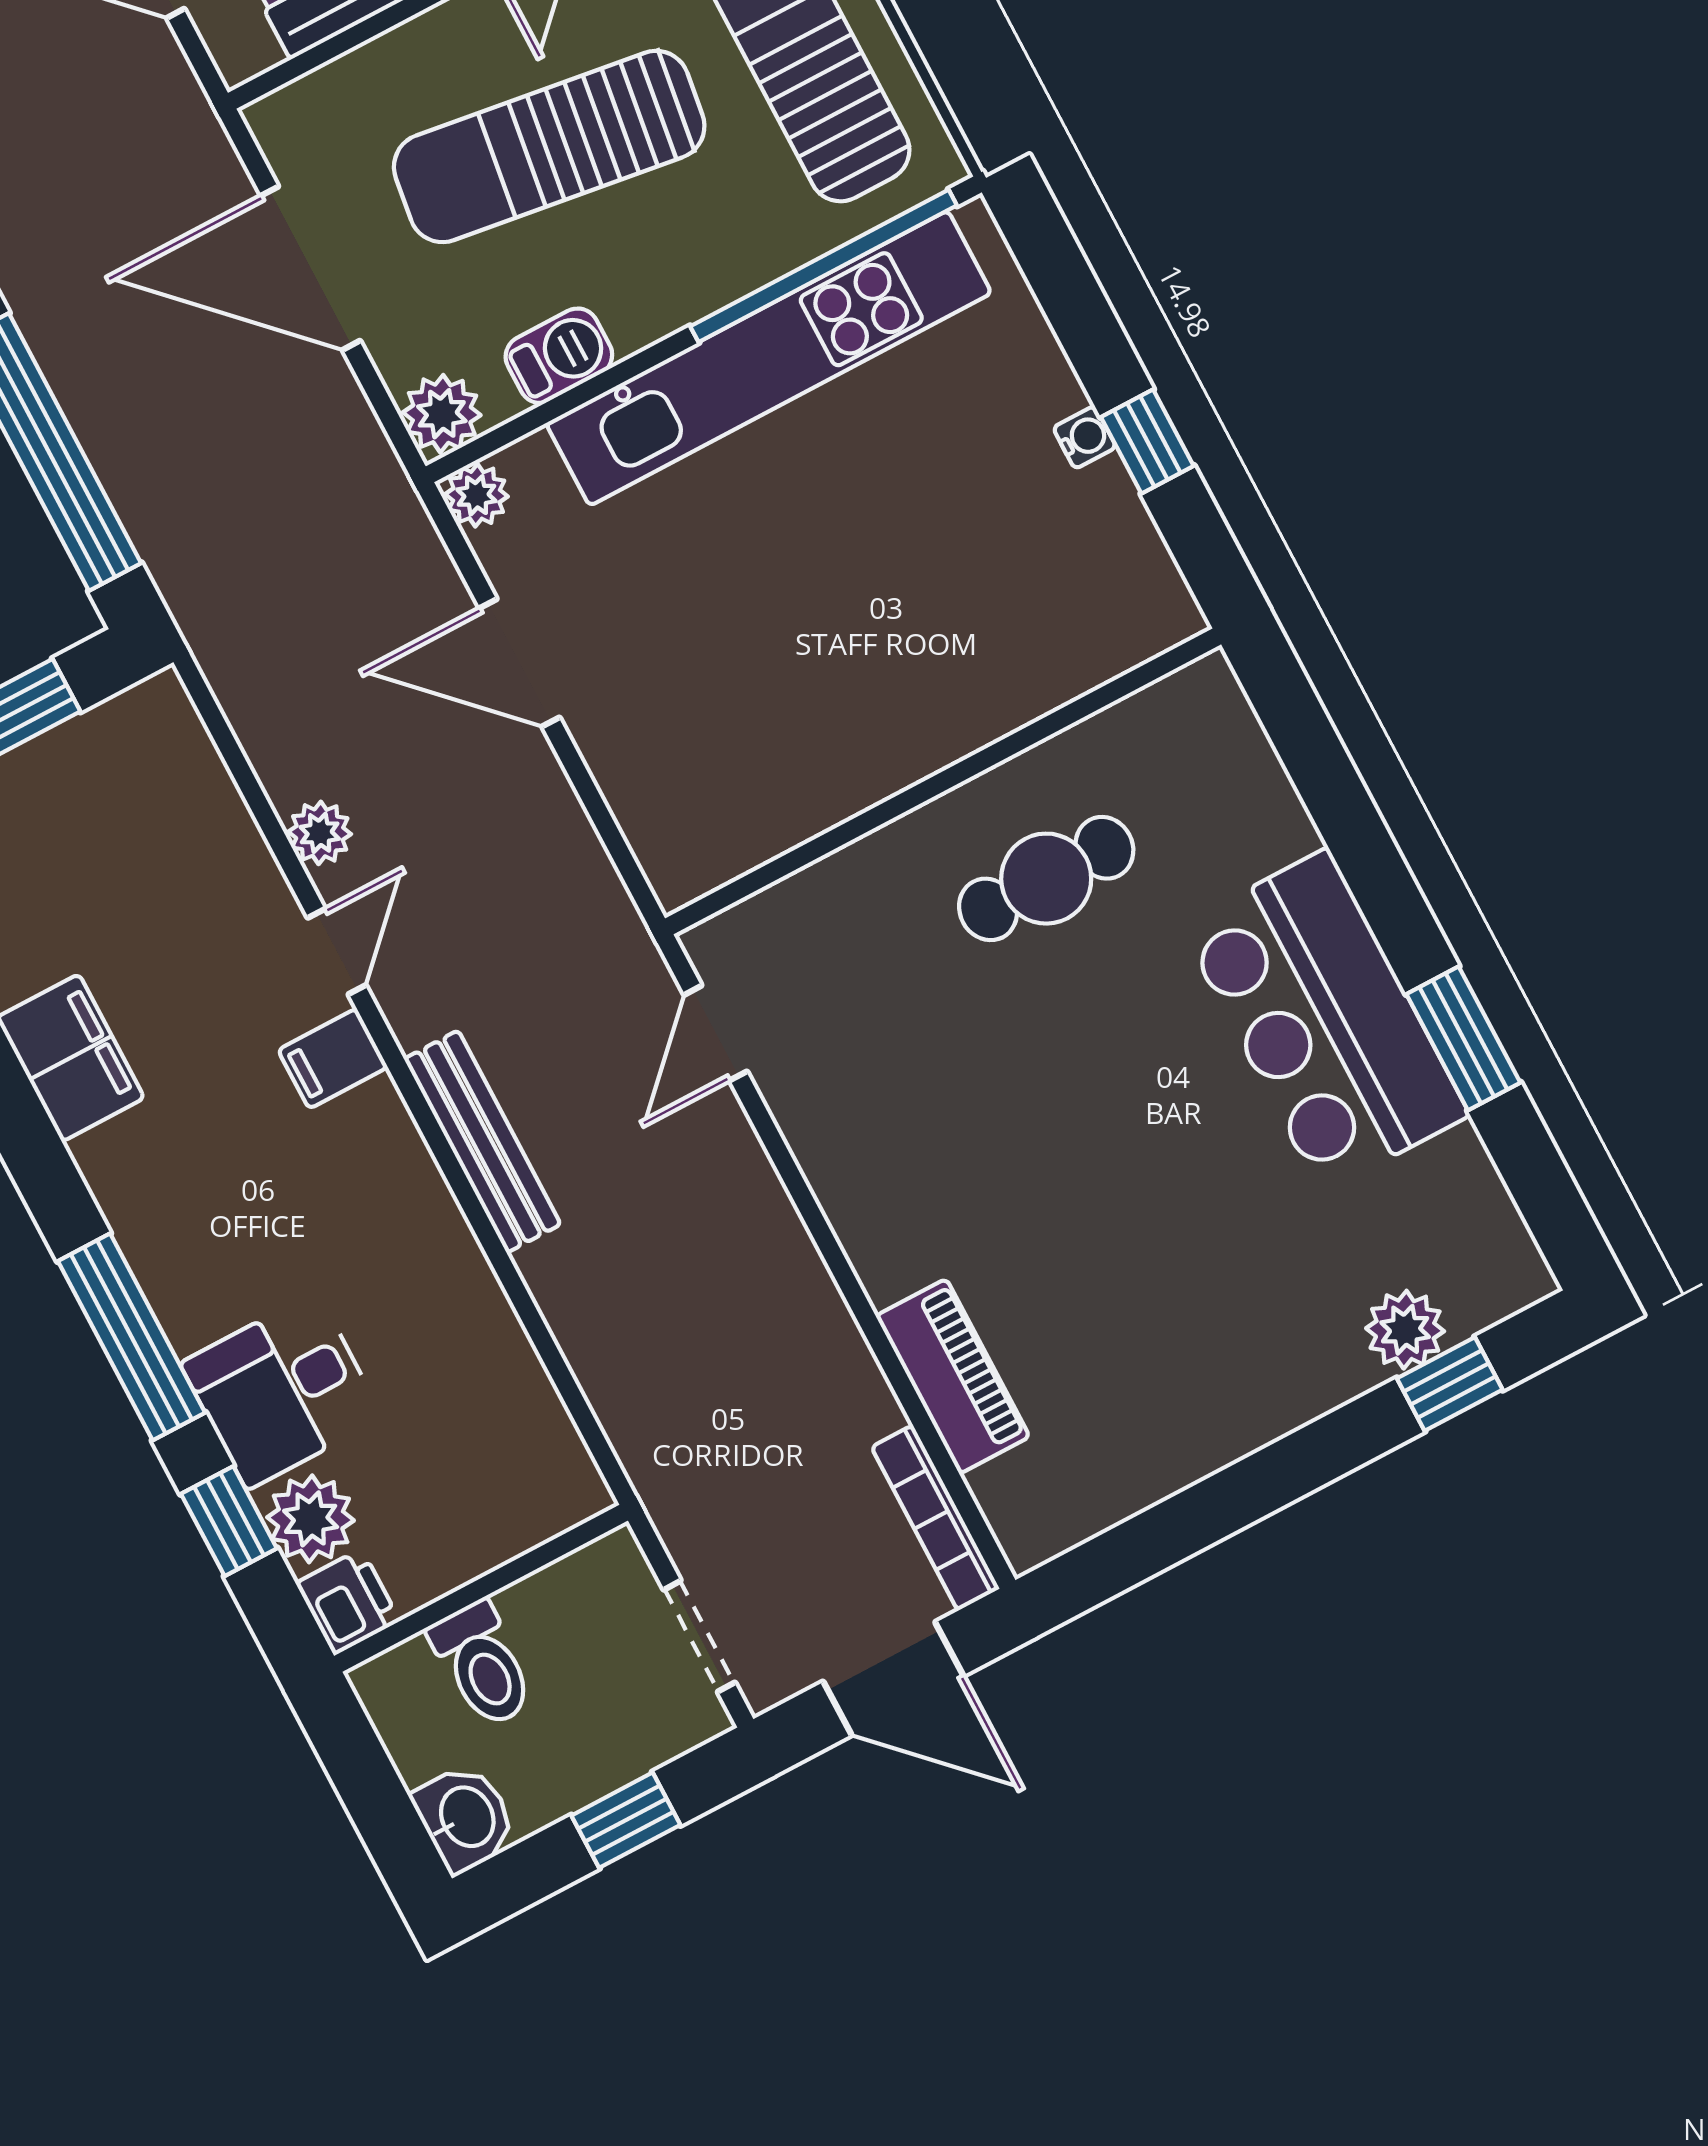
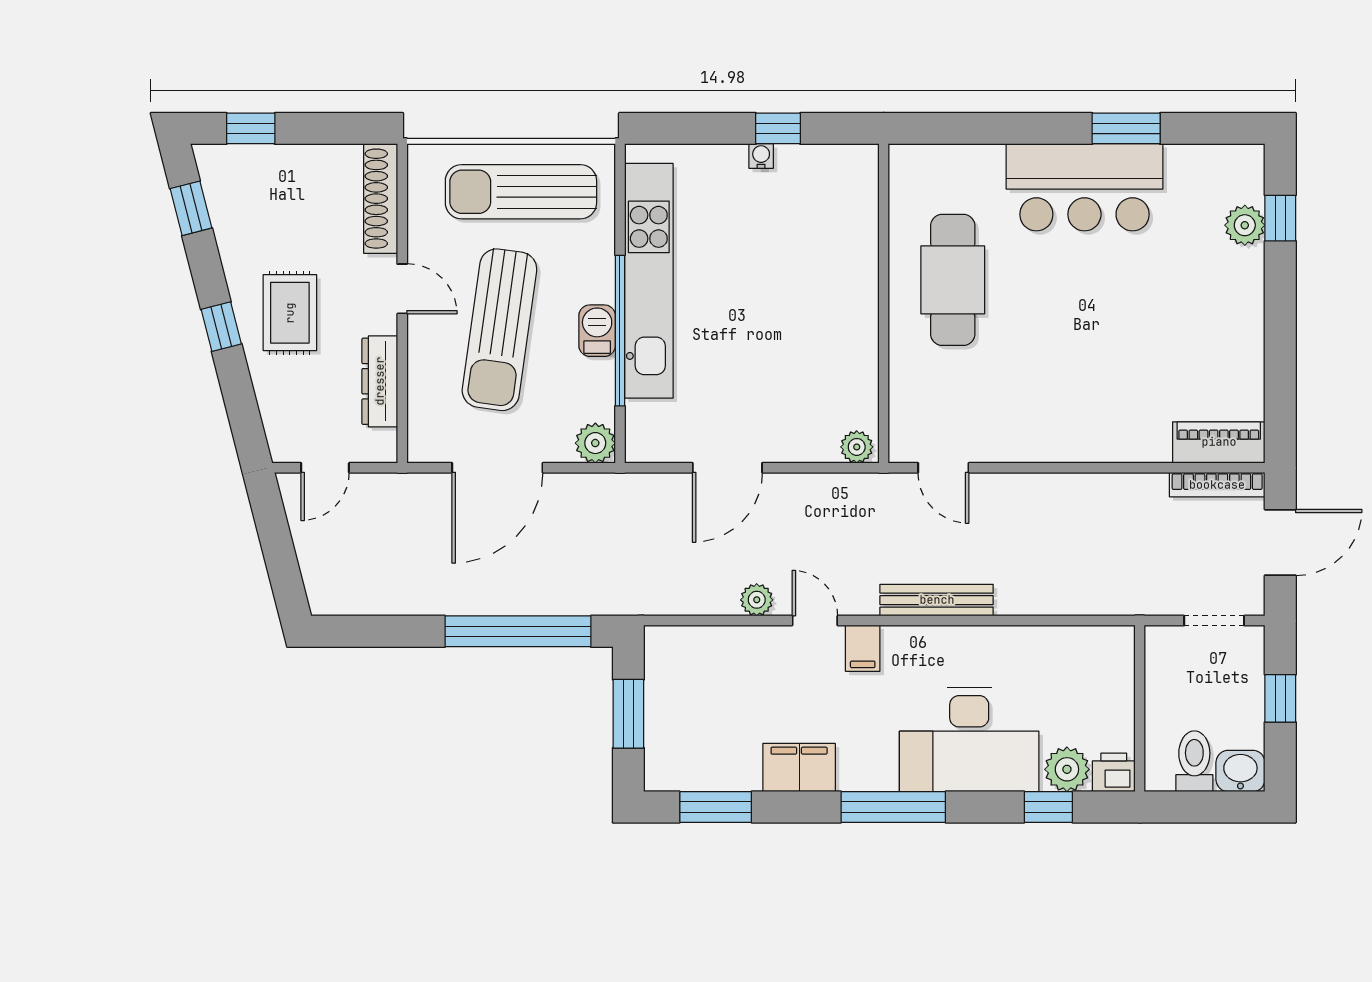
window: (824, 266) -> (620, 331), moved
barbecue: (559, 356) -> (597, 331), moved
plant: (476, 495) -> (857, 447), moved
cafe table: (1046, 879) -> (953, 280), width x1.37, depth x1.35
window: (131, 1337) -> (893, 807), moved
piano: (953, 1376) -> (1219, 442), moved
desk: (282, 1391) -> (969, 740), width x1.87, depth x1.30
toilet: (482, 1664) -> (1194, 761), moved, turned -90

